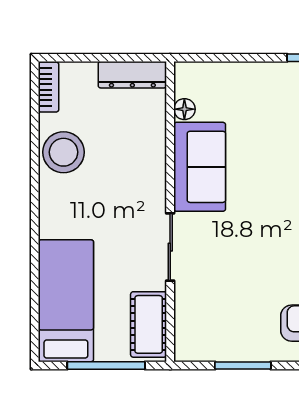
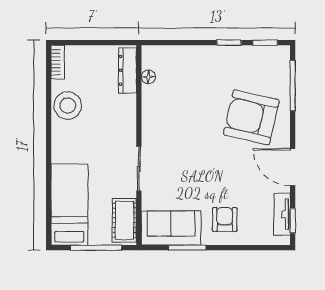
dresser: (132, 75) -> (127, 70), moved, turned 90
sofa: (200, 167) -> (171, 228), moved, turned -90

